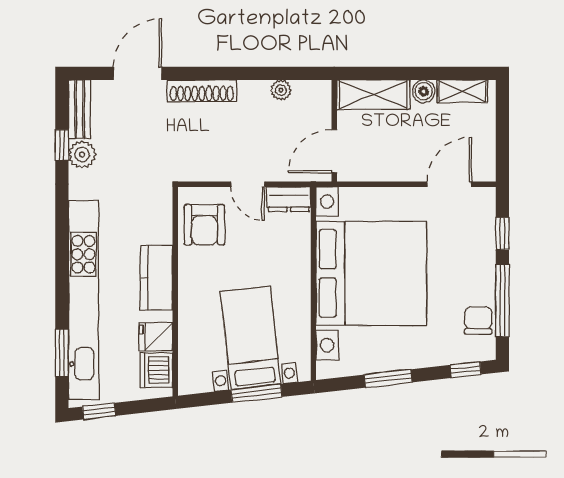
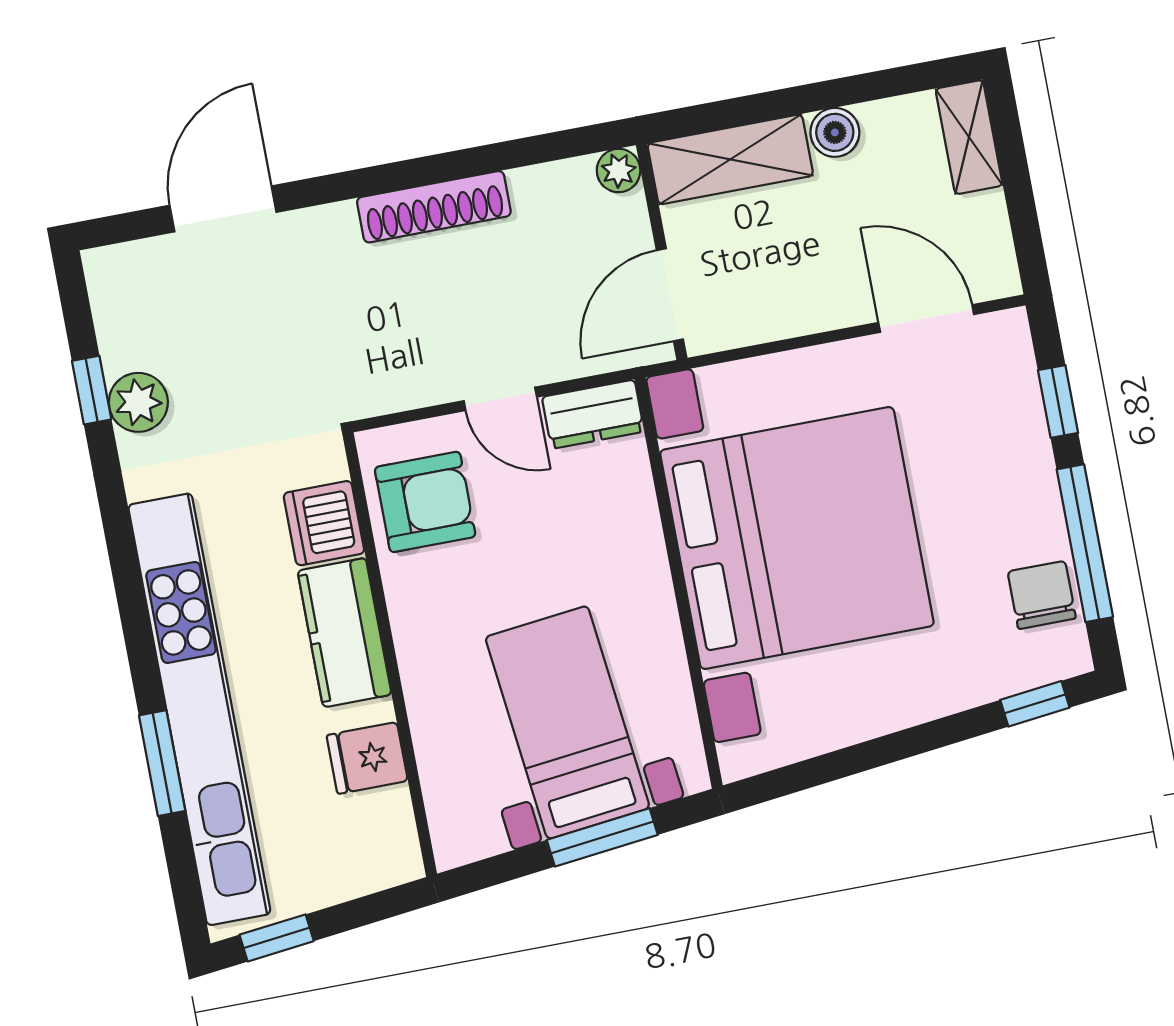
plant: (281, 90) -> (619, 171), moved
shoe rack: (202, 91) -> (434, 207), moved
shelving: (462, 91) -> (969, 137), moved, turned 90
bench: (80, 109) -> (115, 308), removed
door: (449, 184) -> (926, 318), hinge flipped
armchair: (204, 225) -> (425, 502), turned -90
window: (62, 353) -> (162, 763), moved
dishwasher: (156, 370) -> (324, 523), moved
window: (388, 378) -> (874, 753), removed

